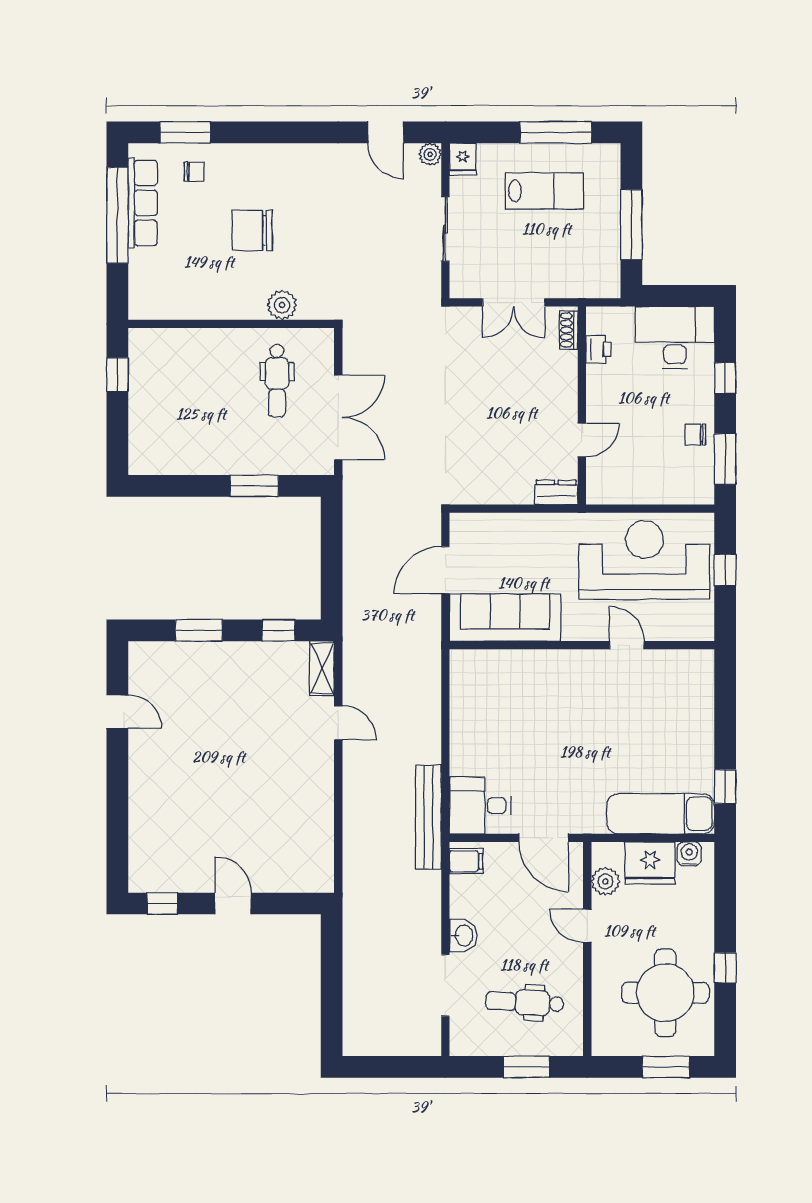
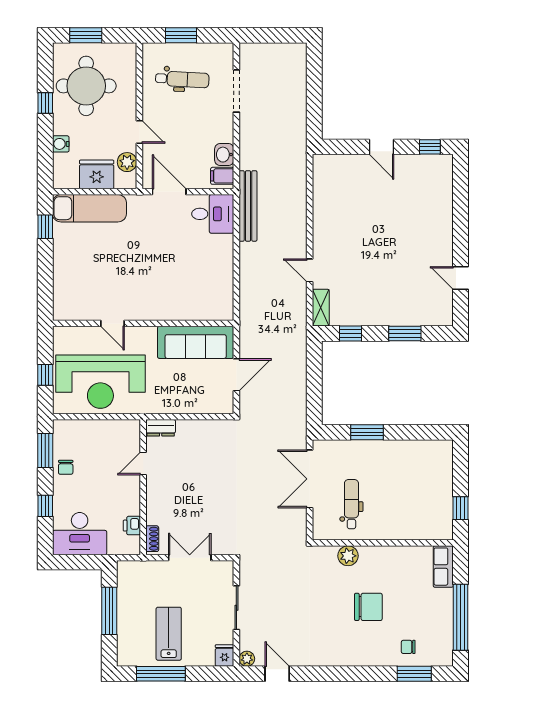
lab bench: (545, 191) -> (169, 634), turned 90
row of seats: (143, 203) -> (443, 567), moved, width x0.68
chair: (695, 435) -> (66, 467), turned 90
water cooler: (689, 854) -> (61, 144), moved, turned 90
washbasin: (463, 936) -> (224, 155), moved

